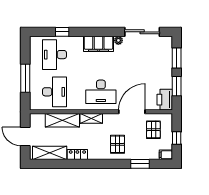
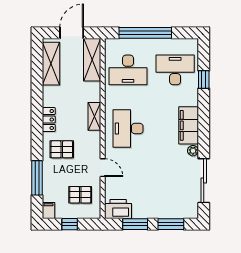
window: (25, 78) -> (145, 33), width x1.46
door: (132, 112) -> (103, 168), width x0.53
shelving: (62, 120) -> (92, 60), moved
locker: (77, 155) -> (49, 120), moved
window: (140, 164) -> (37, 178), width x1.44

